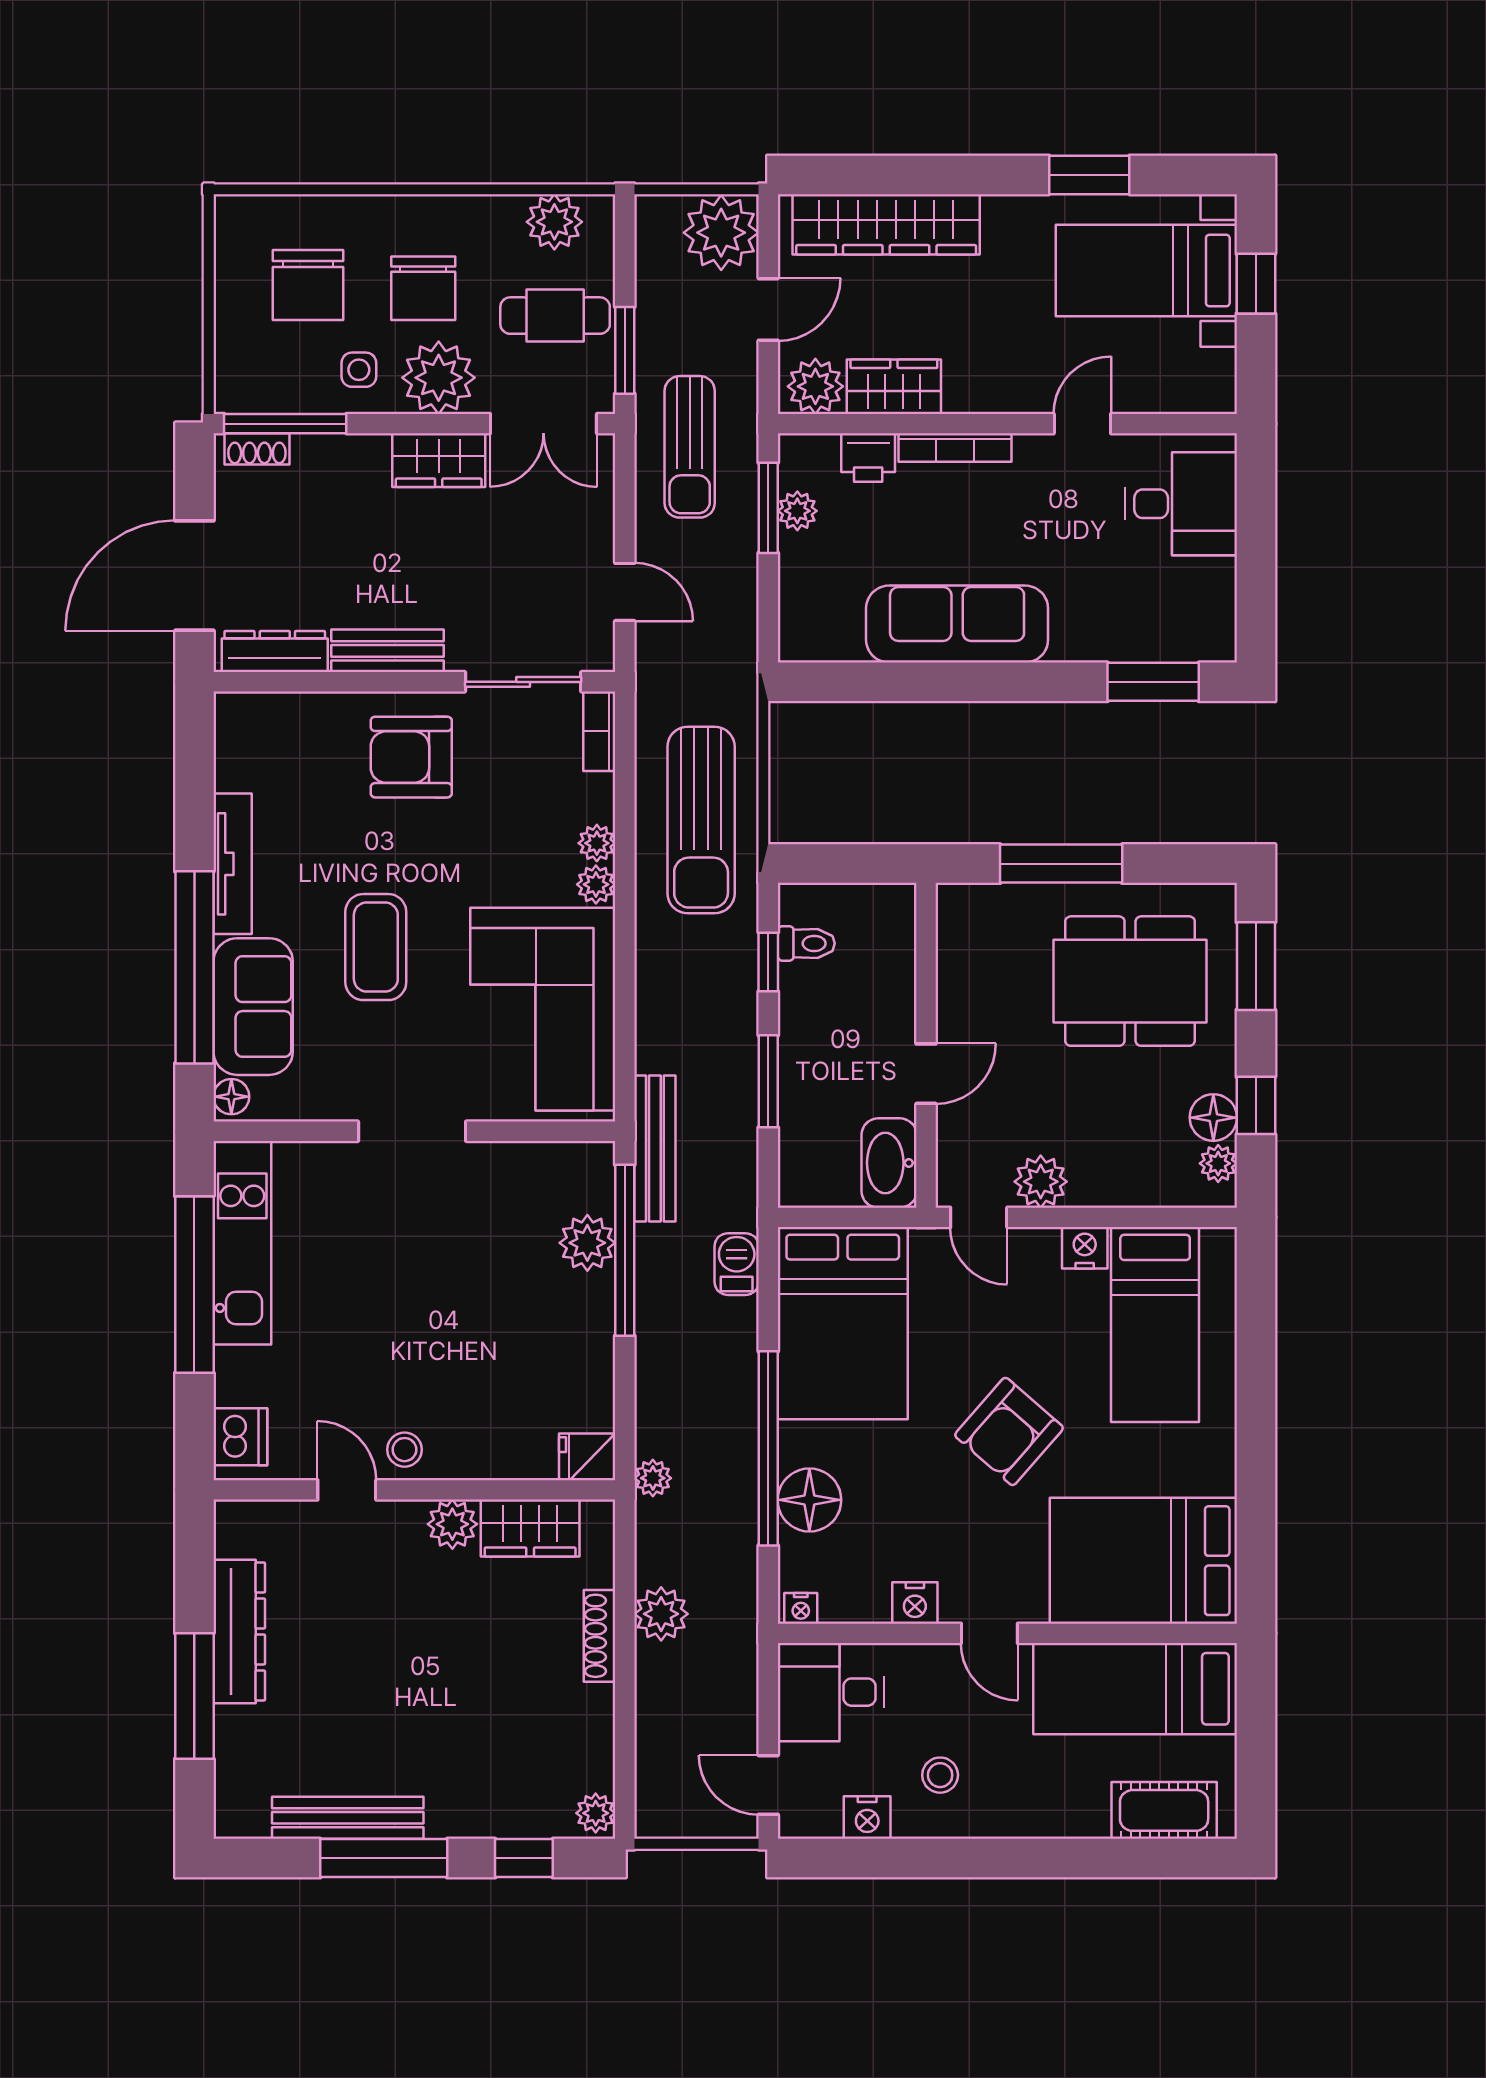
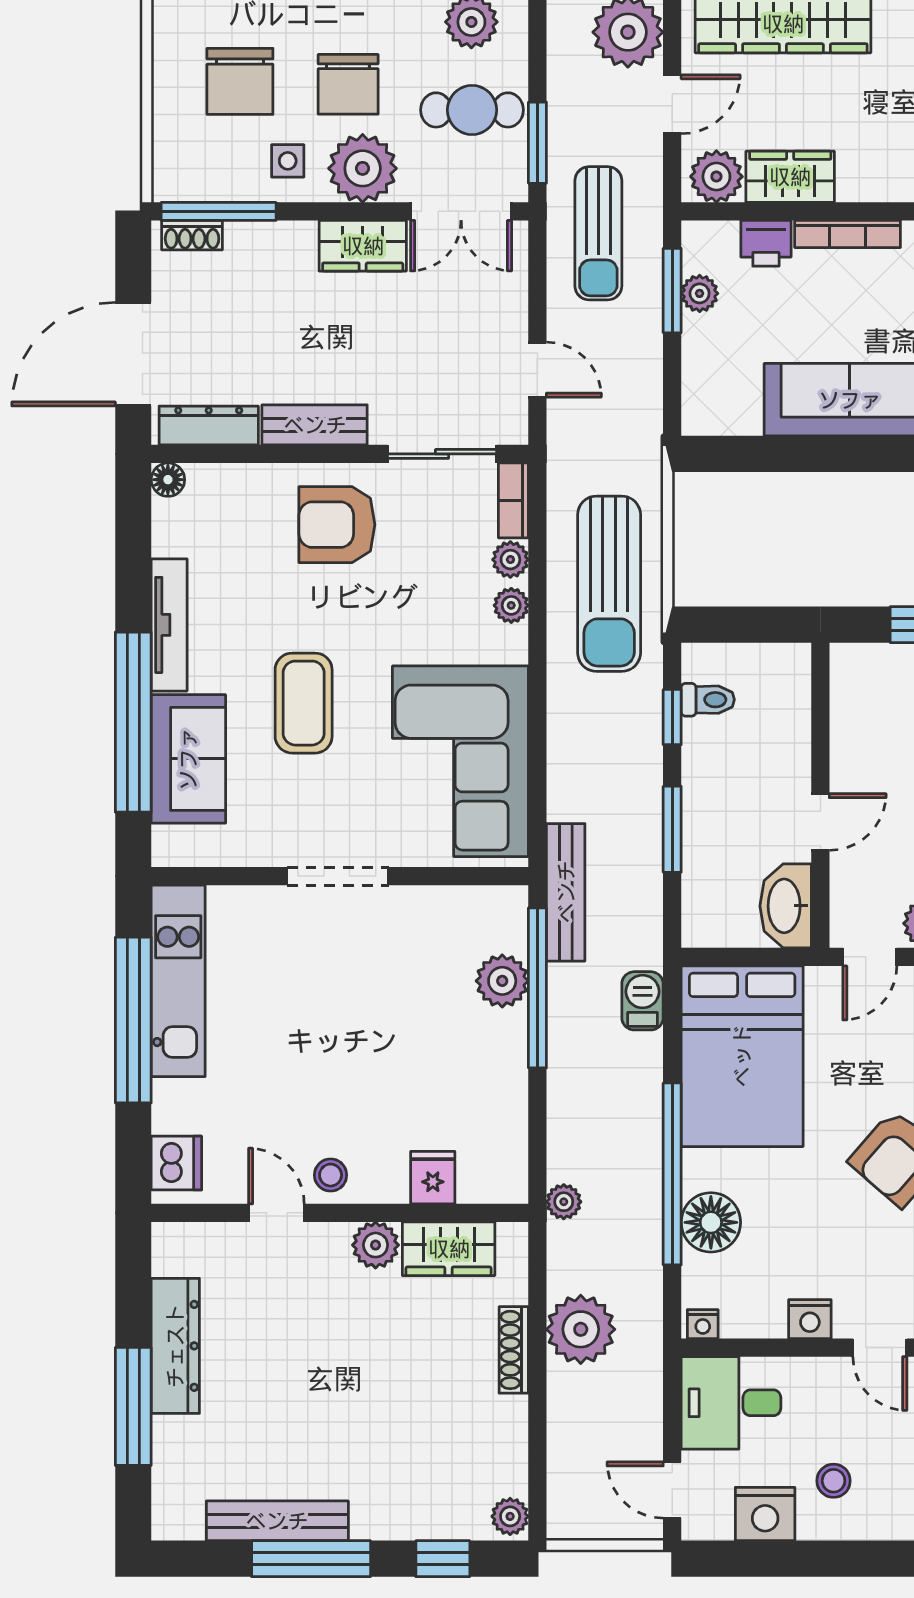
plant: (596, 884) -> (510, 560), moved
floor lamp: (231, 1097) -> (168, 480), moved
door: (979, 1217) -> (870, 957), hinge flipped
fridge: (587, 1457) -> (433, 1178), moved, turned 90
plant: (661, 1614) -> (581, 1329), width x1.36, depth x1.36
nightstand: (867, 1817) -> (765, 1514), width x1.36, depth x1.33

